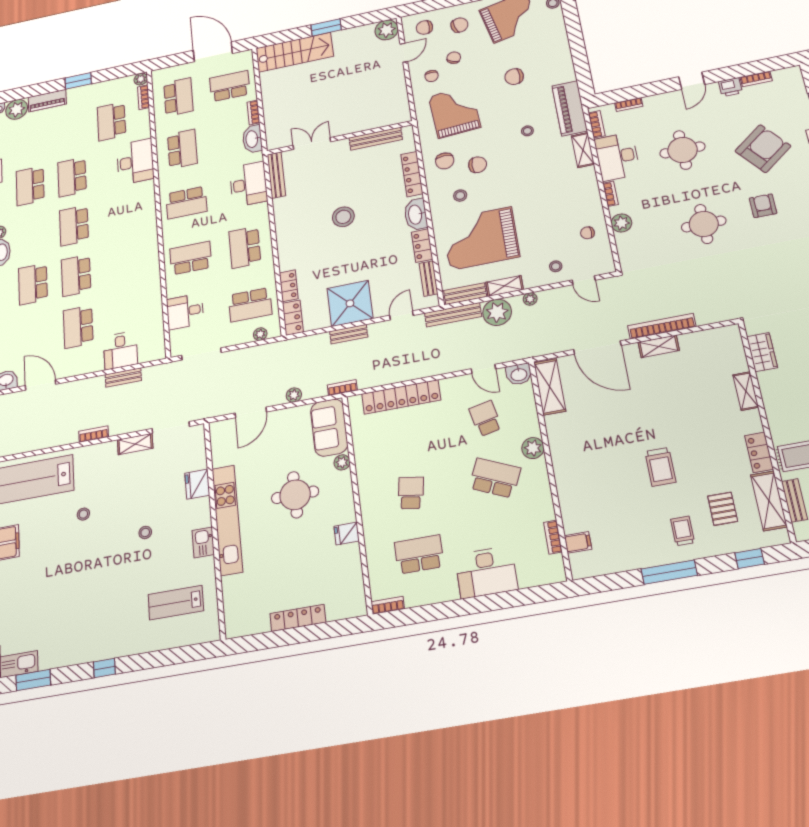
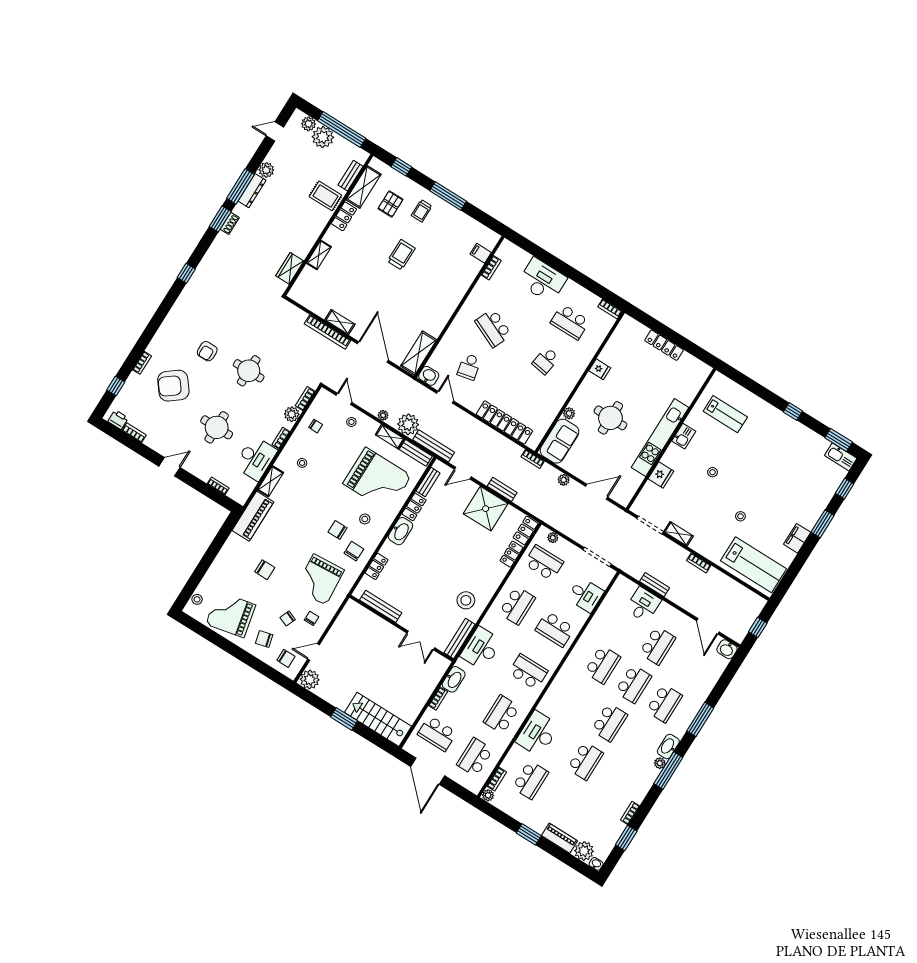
printer: (730, 87) -> (118, 420), moved
bookcase: (597, 124) -> (305, 399), moved
stool: (527, 131) -> (302, 463), moved
locker: (412, 174) -> (376, 566), width x0.66
school desk: (30, 186) -> (602, 665), moved
stool: (343, 217) -> (466, 600), moved
plant: (533, 448) -> (458, 326), removed

